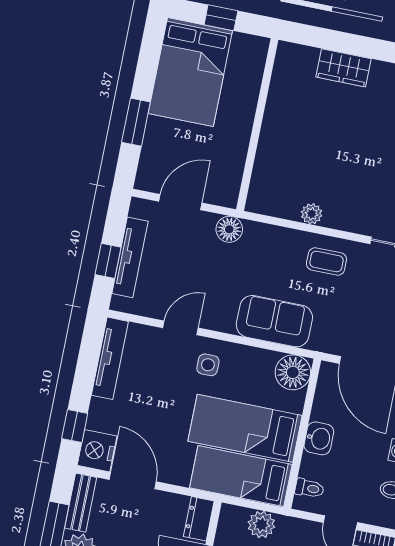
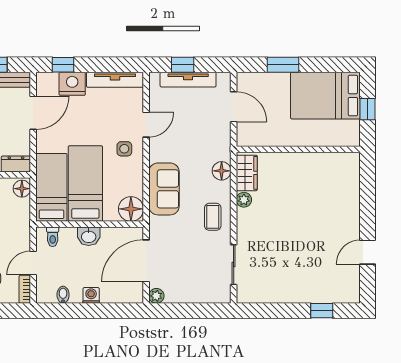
wardrobe: (344, 68) -> (247, 173), moved, turned 180
floor lamp: (229, 229) -> (222, 171), moved
door: (181, 328) -> (146, 125), hinge flipped
nightstand: (97, 451) -> (72, 84), moved
floor lamp: (234, 517) -> (22, 189), added
plant: (261, 524) -> (21, 208), removed

